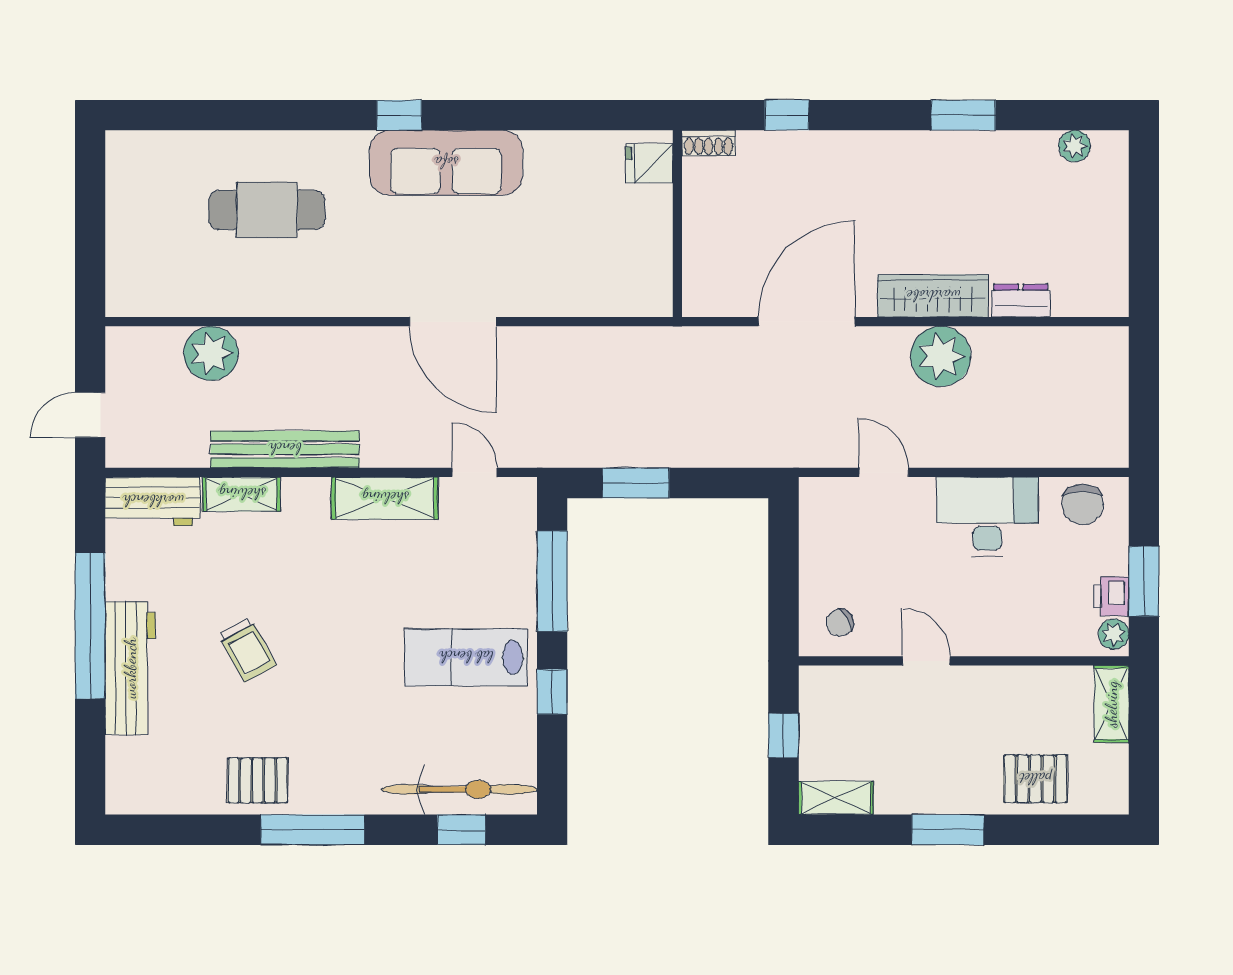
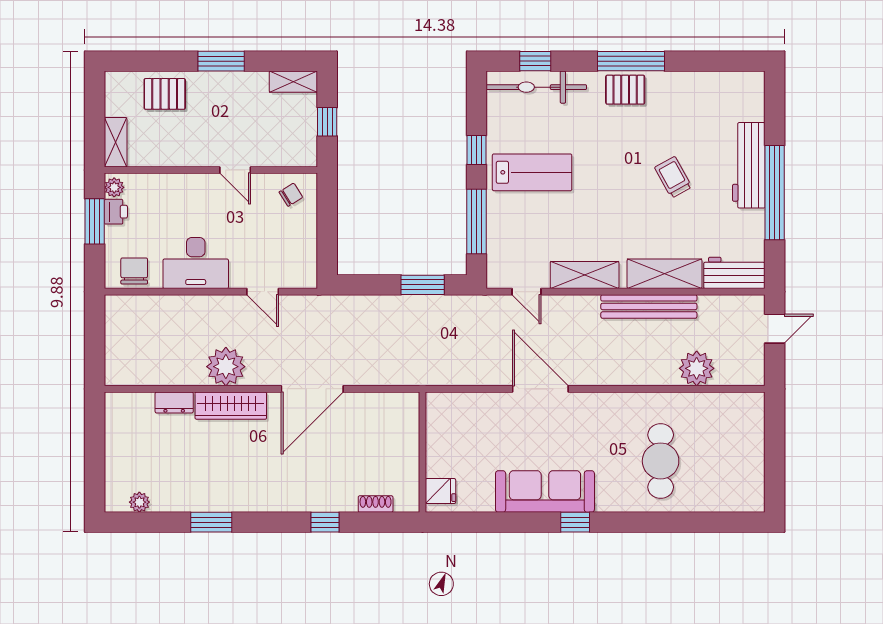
fridge: (649, 163) -> (440, 491), moved
cafe table: (267, 210) -> (661, 461), turned 90
wall: (677, 224) -> (423, 452), moved
shelving: (242, 494) -> (664, 274), width x1.50, depth x1.33
pallet: (258, 780) -> (625, 90), moved

